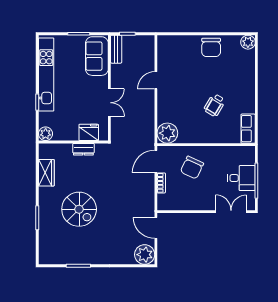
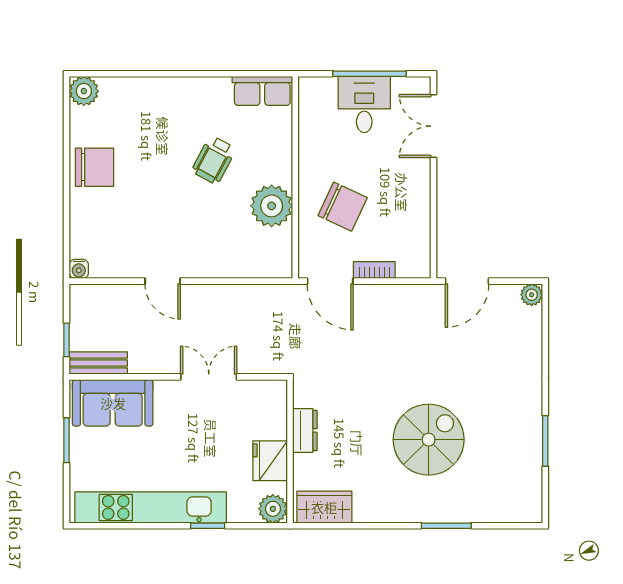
water cooler: (162, 40) -> (79, 269), added
wheelchair: (215, 105) -> (214, 160), turned 87
fridge: (89, 132) -> (270, 461), moved
plant: (167, 133) -> (272, 206), moved
wardrobe: (46, 173) -> (324, 507), moved
plant: (145, 255) -> (532, 295), width x0.53, depth x0.53

